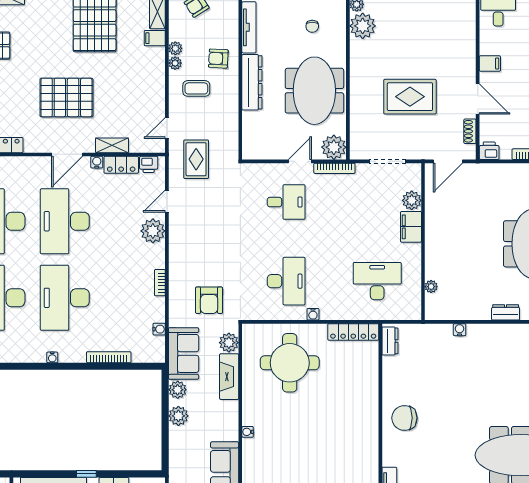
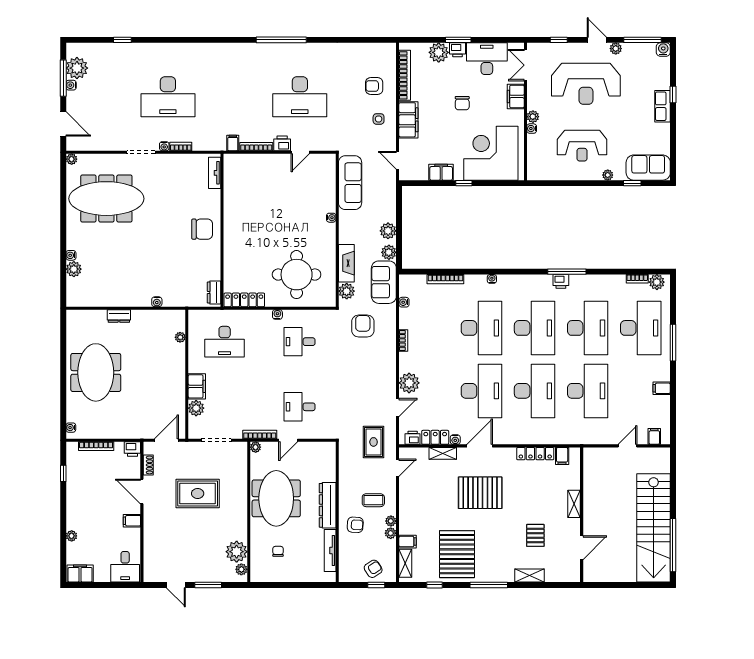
plant: (334, 147) -> (256, 447), width x0.53, depth x0.53
desk: (286, 281) -> (299, 342), width x0.73

